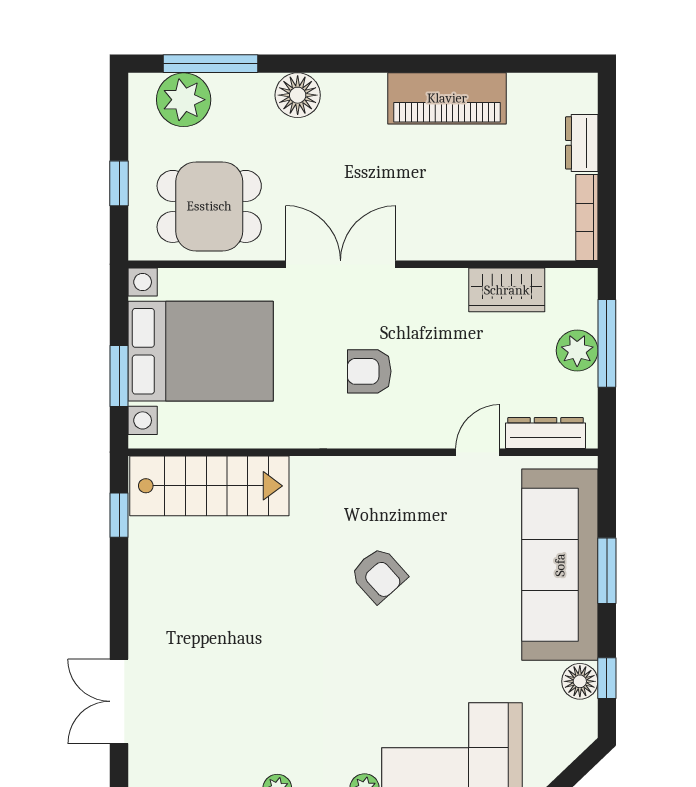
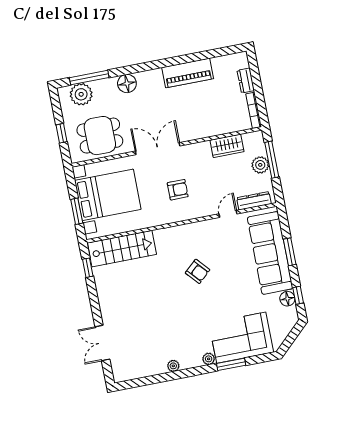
armchair: (369, 371) -> (178, 190), turned 180

